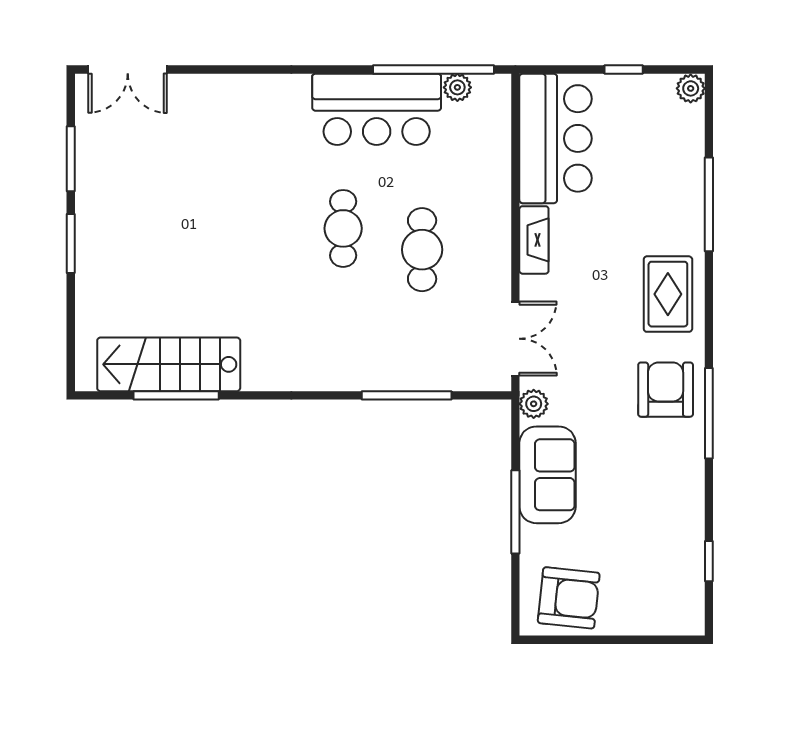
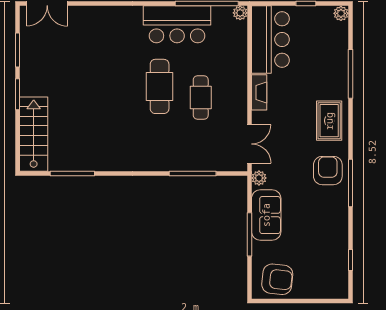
plant: (457, 87) -> (240, 13), moved
cafe table: (343, 228) -> (160, 86), width x1.37, depth x1.35
stairs: (169, 364) -> (34, 134), moved, turned 90

